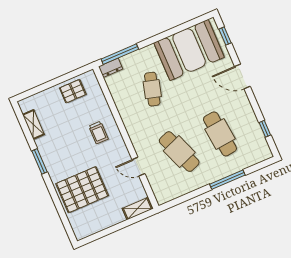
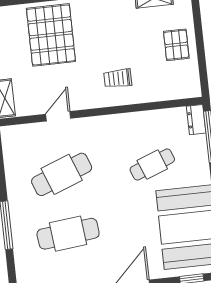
cafe table: (152, 89) -> (152, 165), turned -36
pallet: (73, 91) -> (176, 45), moved

